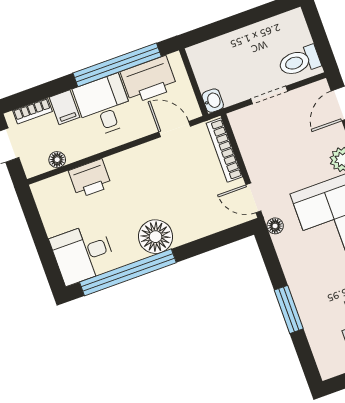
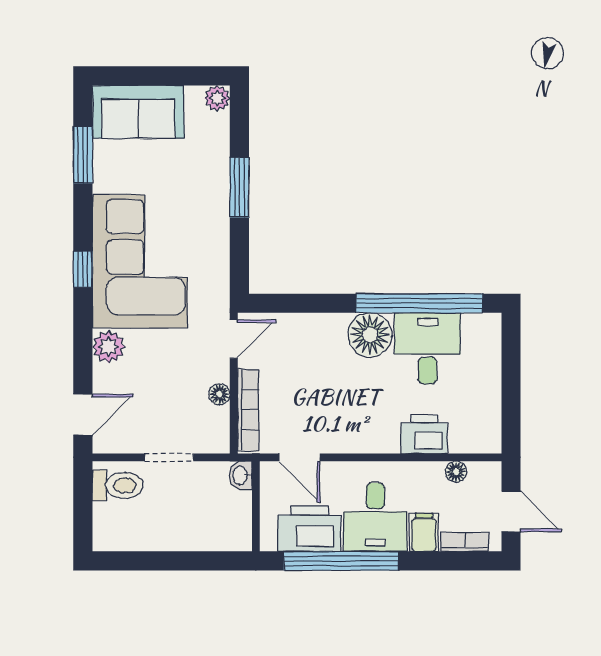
door: (253, 198) -> (234, 339), hinge flipped
floor lamp: (275, 226) -> (219, 394), moved
desk: (83, 254) -> (428, 348), moved, turned -90
plant: (328, 369) -> (217, 98), added

